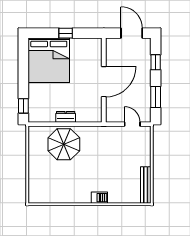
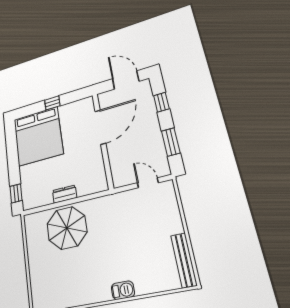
door: (104, 82) -> (100, 127), moved

